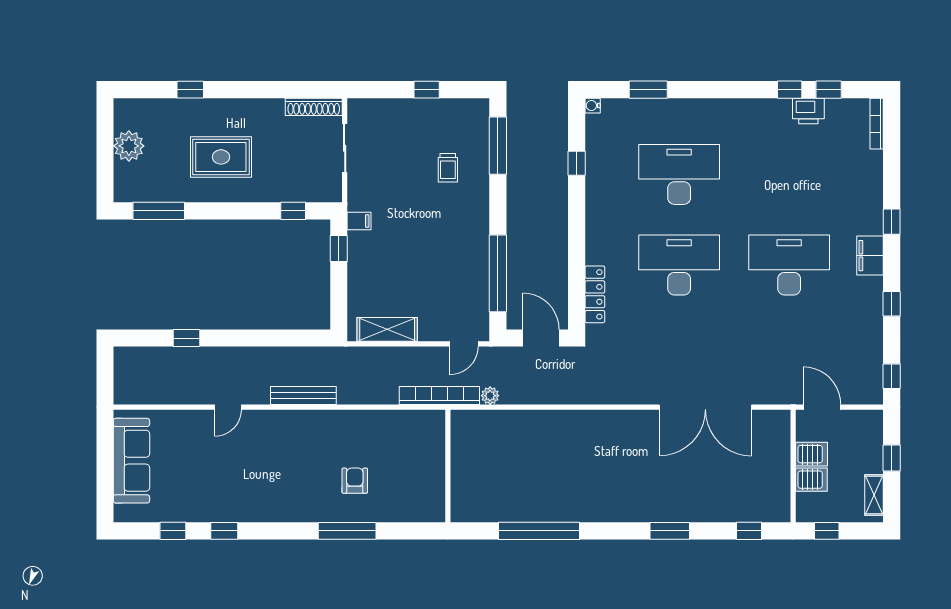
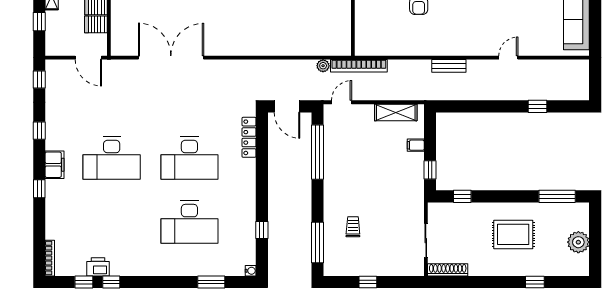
filing cabinet: (359, 221) -> (416, 145), moved
bench: (303, 395) -> (449, 66), width x0.73

